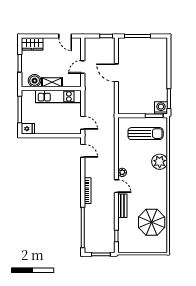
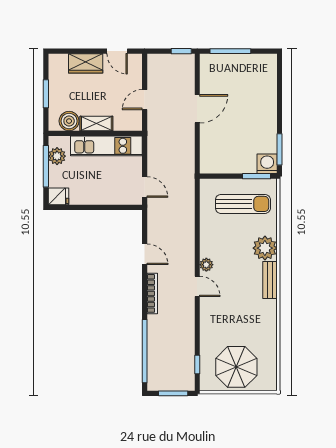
wardrobe: (32, 44) -> (86, 63), moved
door: (116, 73) -> (197, 109), swing flipped
plant: (27, 103) -> (57, 156), added
door: (83, 151) -> (145, 254), moved
bench: (122, 206) -> (270, 280), moved
parasol: (152, 222) -> (236, 367), moved

